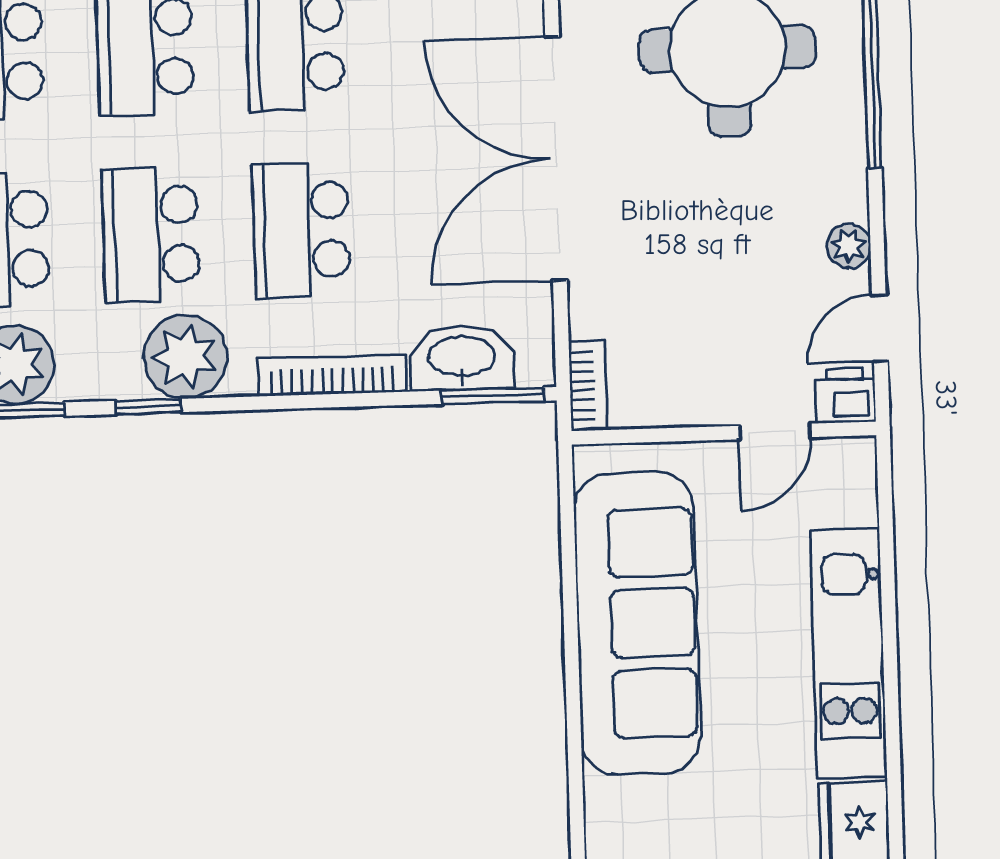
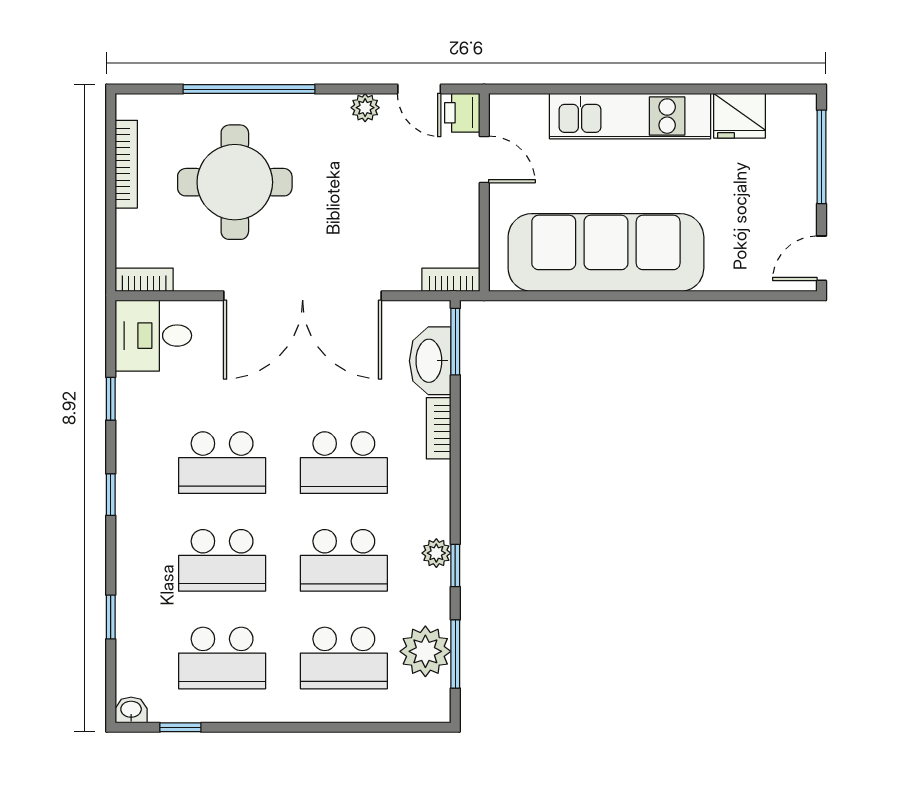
plant: (185, 357) -> (436, 553), width x0.53, depth x0.53
bookcase: (332, 375) -> (439, 428), width x0.64

